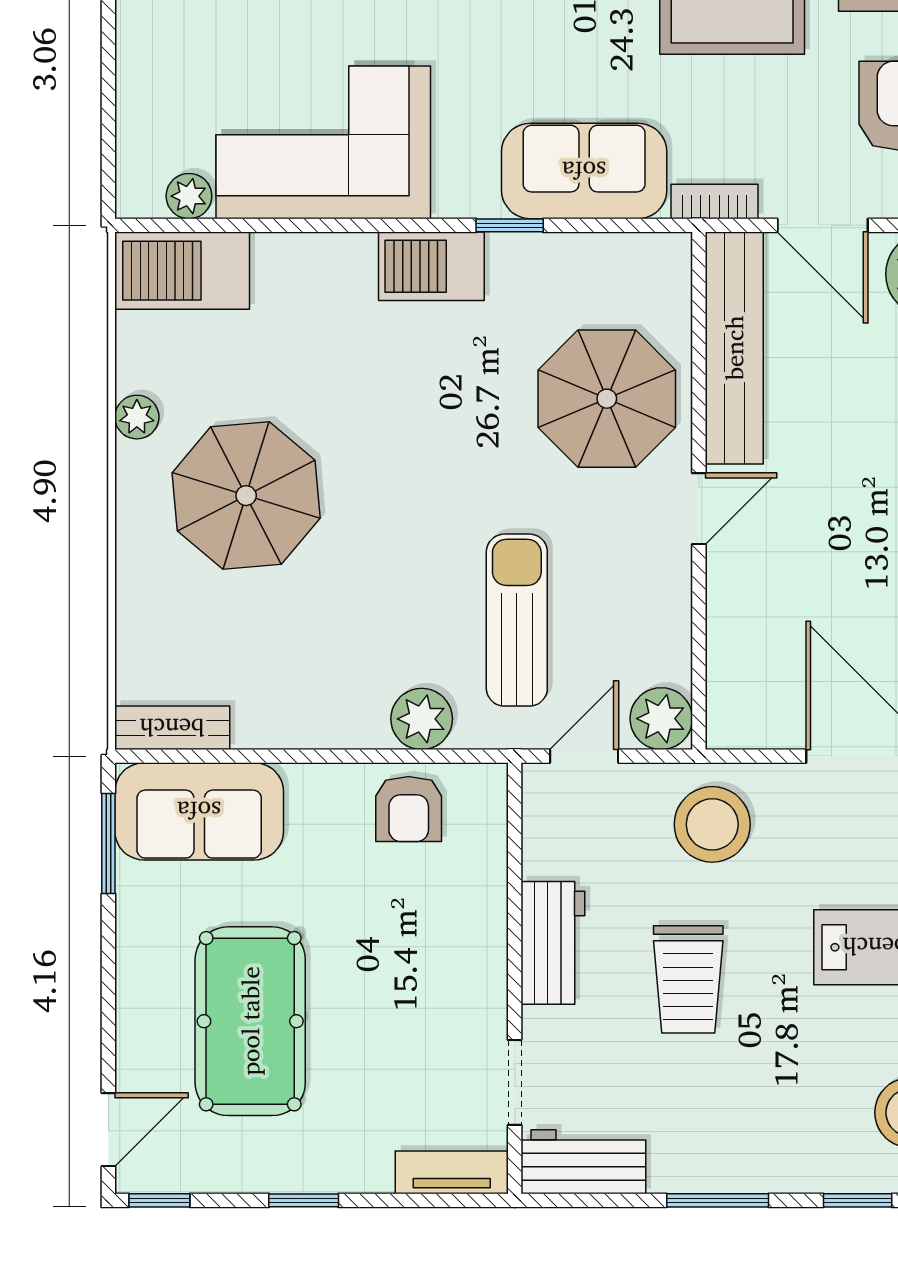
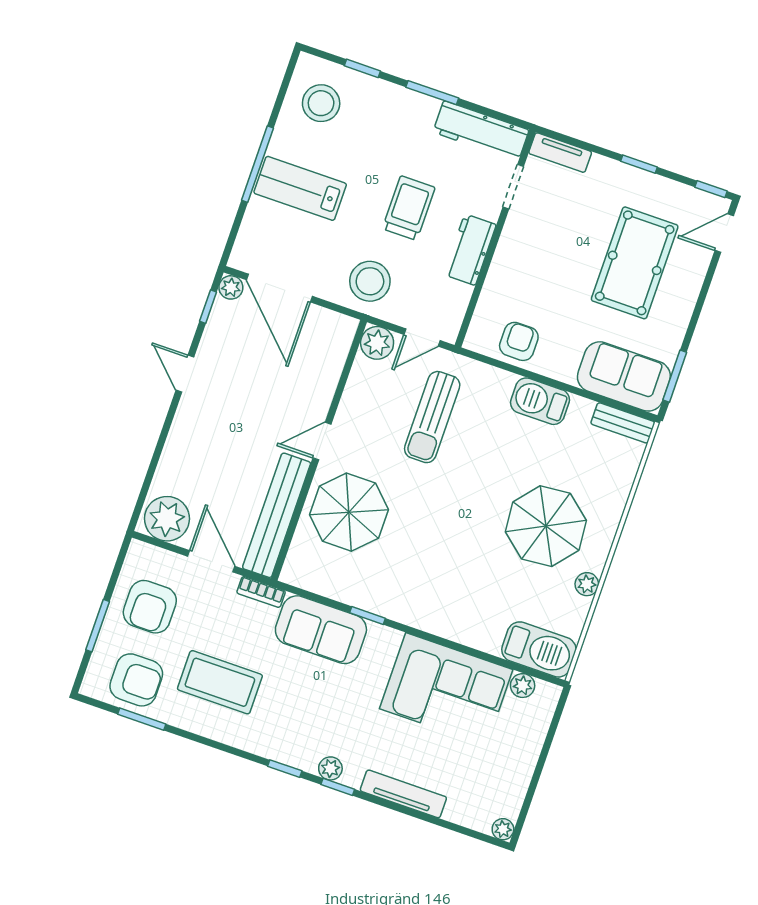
barbecue: (431, 266) -> (540, 401), moved, turned 180
plant: (422, 719) -> (497, 384), removed
workbench: (583, 1162) -> (481, 131), width x1.37

